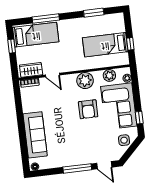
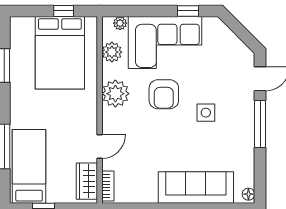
bed: (105, 45) -> (60, 53), width x1.50
armchair: (88, 109) -> (164, 94), turned 90
side table: (124, 140) -> (206, 113), moved

